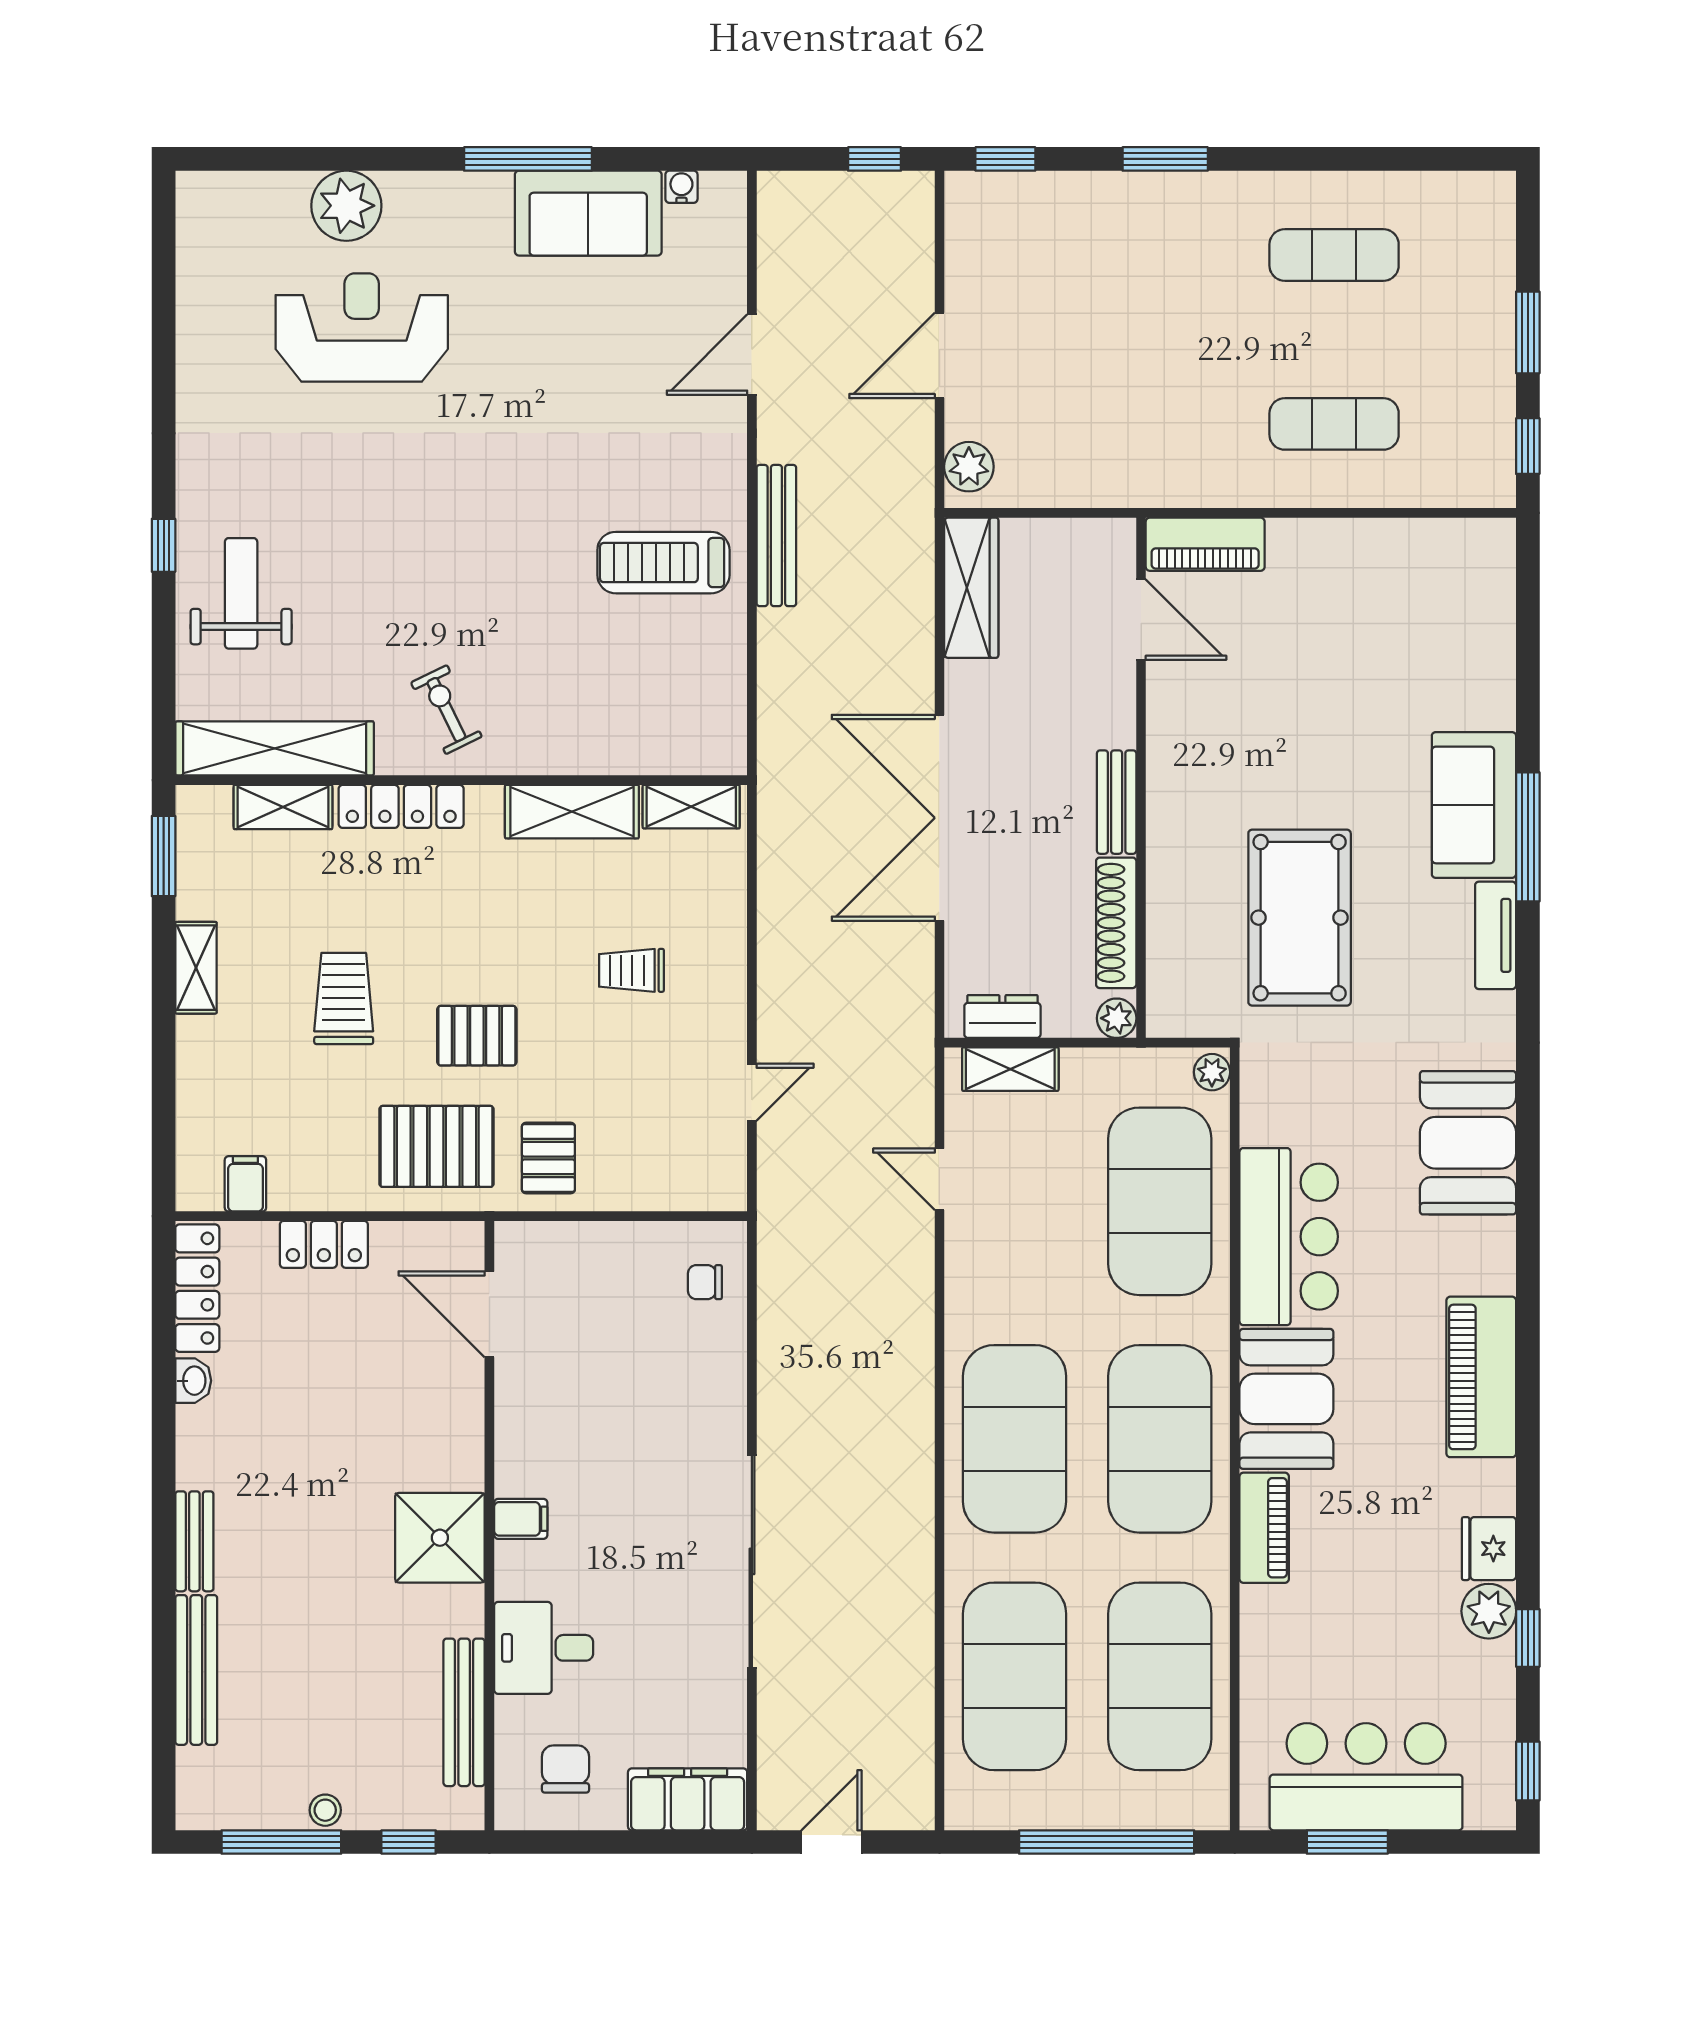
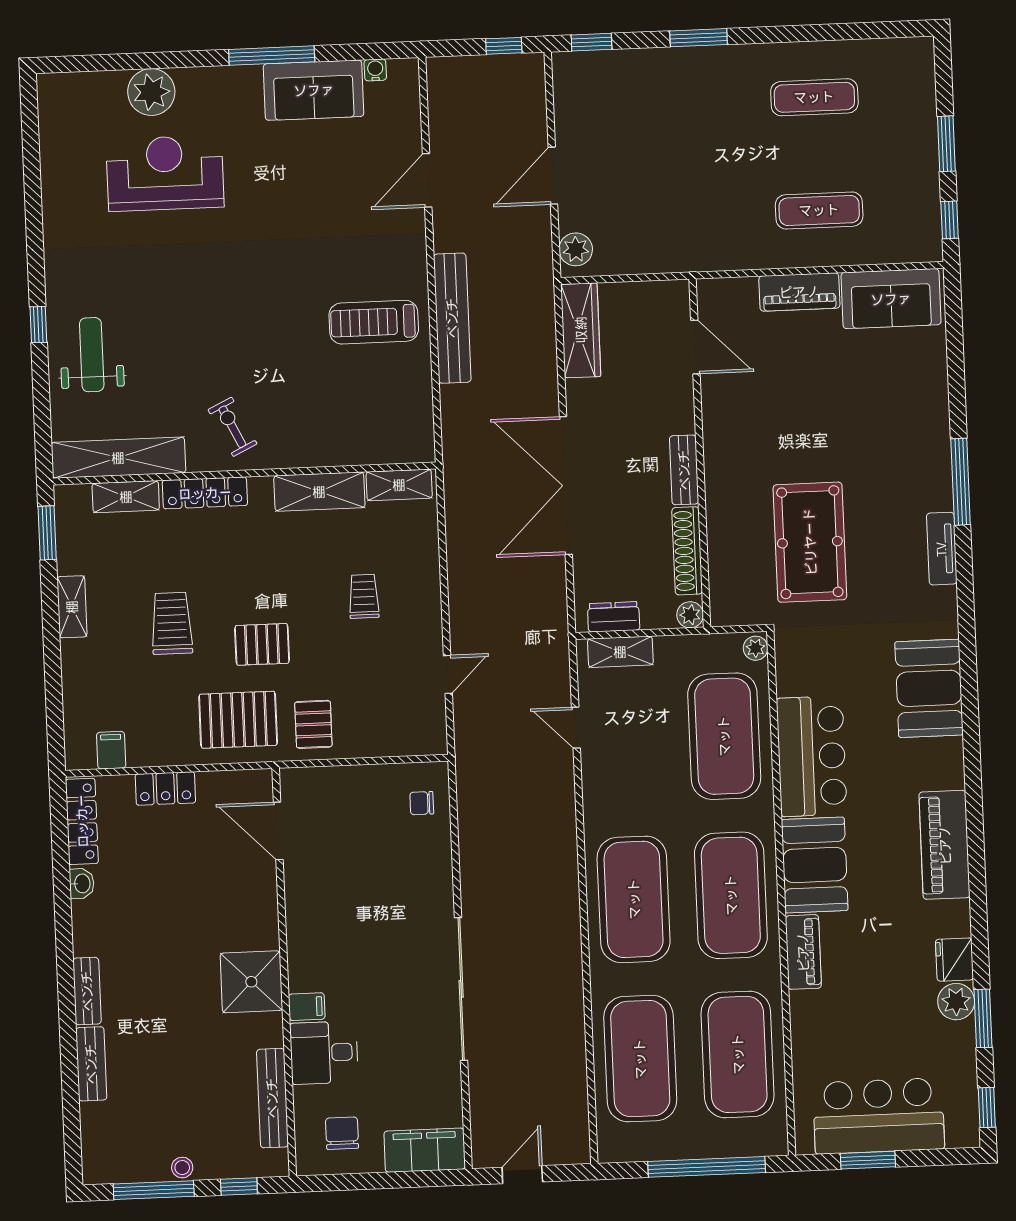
bench: (776, 536) -> (452, 318), width x1.37, depth x1.21
piano: (1205, 544) -> (799, 292), moved
sofa: (1474, 805) -> (891, 299), moved, turned -90
trolley: (631, 970) -> (364, 596), turned 90
filing cabinet: (521, 1519) -> (307, 1007), moved
window: (1528, 1638) -> (983, 1018), width x1.50
bench: (196, 1670) -> (91, 1064), width x0.73

